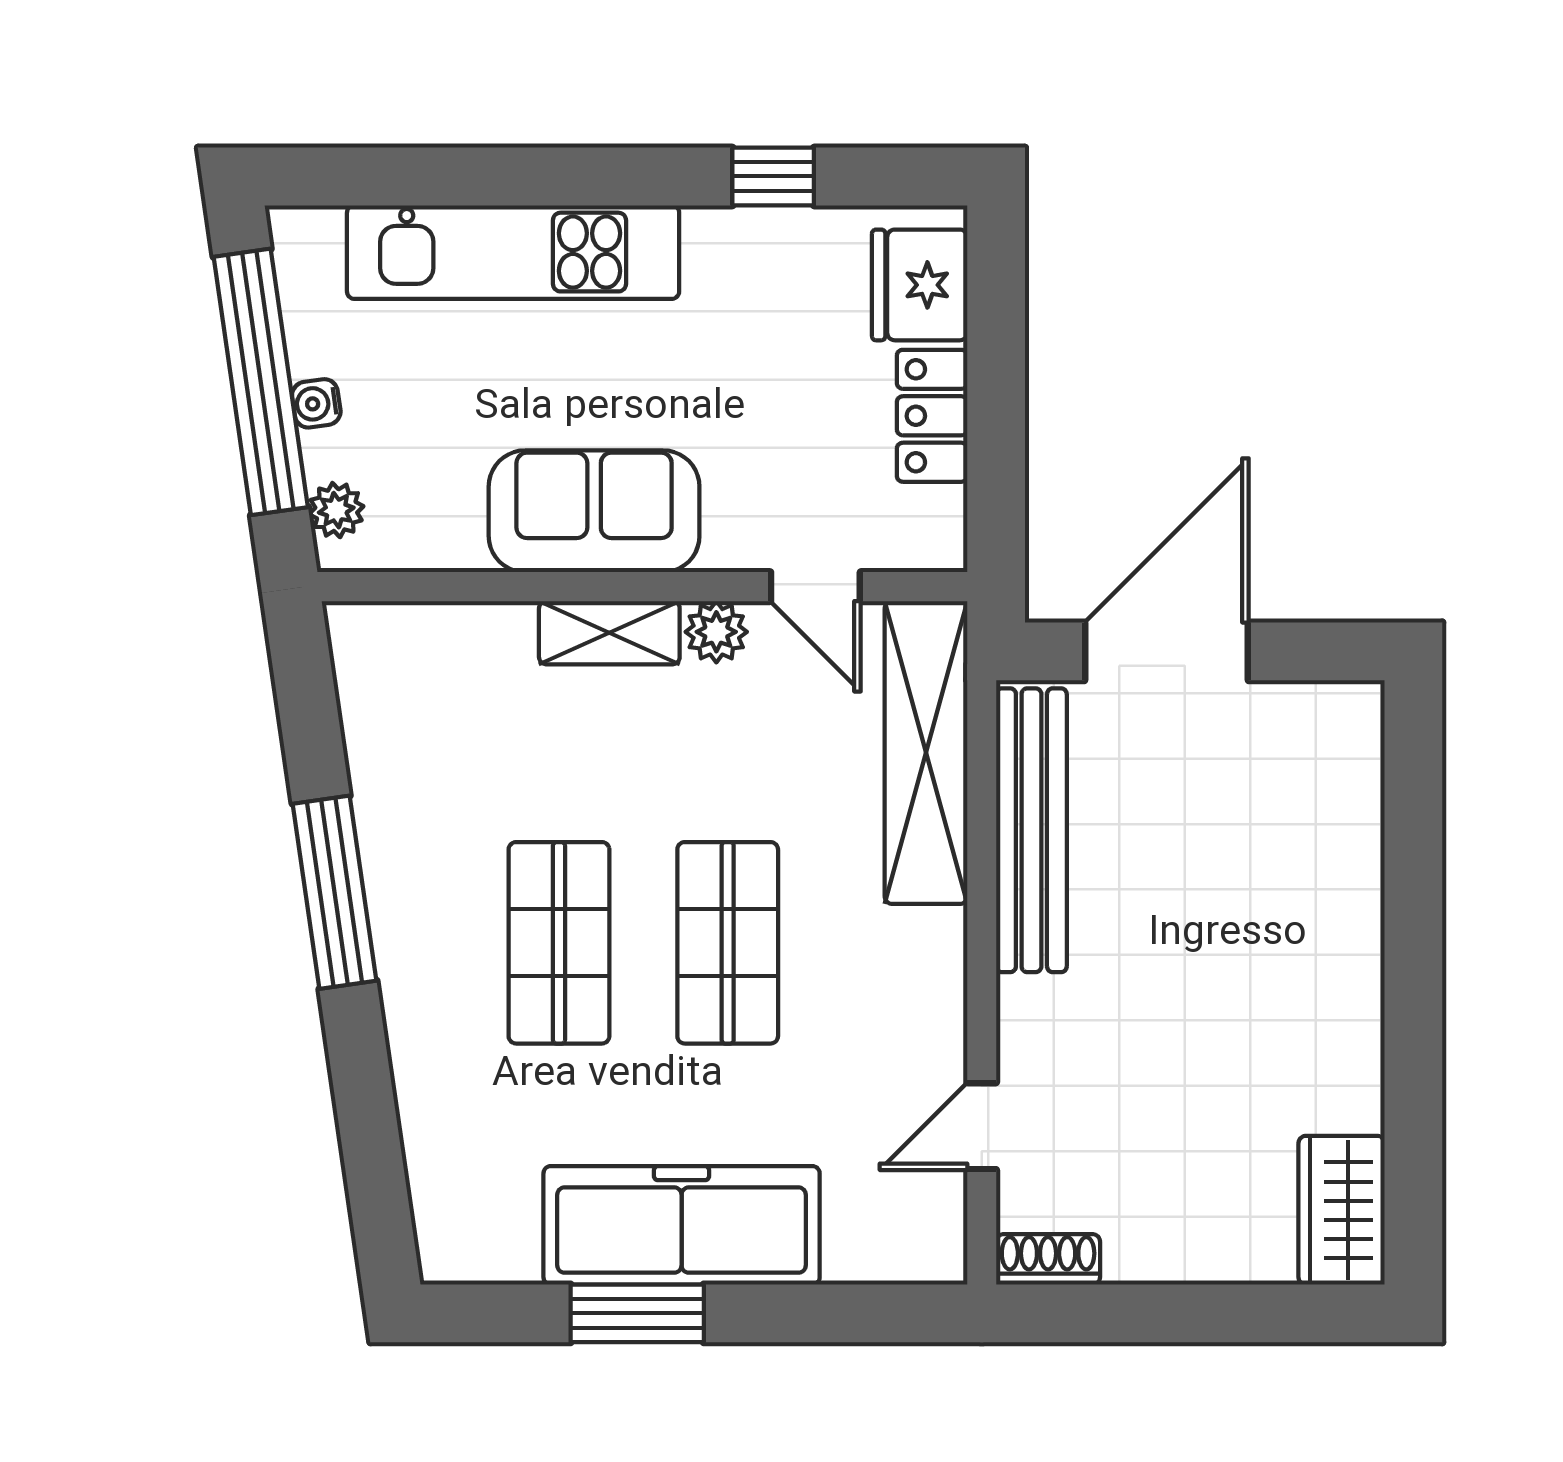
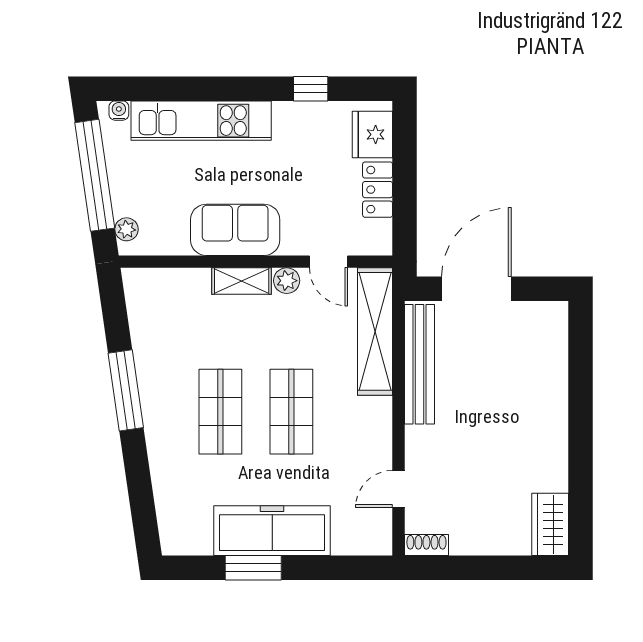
water cooler: (316, 403) -> (119, 111), moved, turned 98

